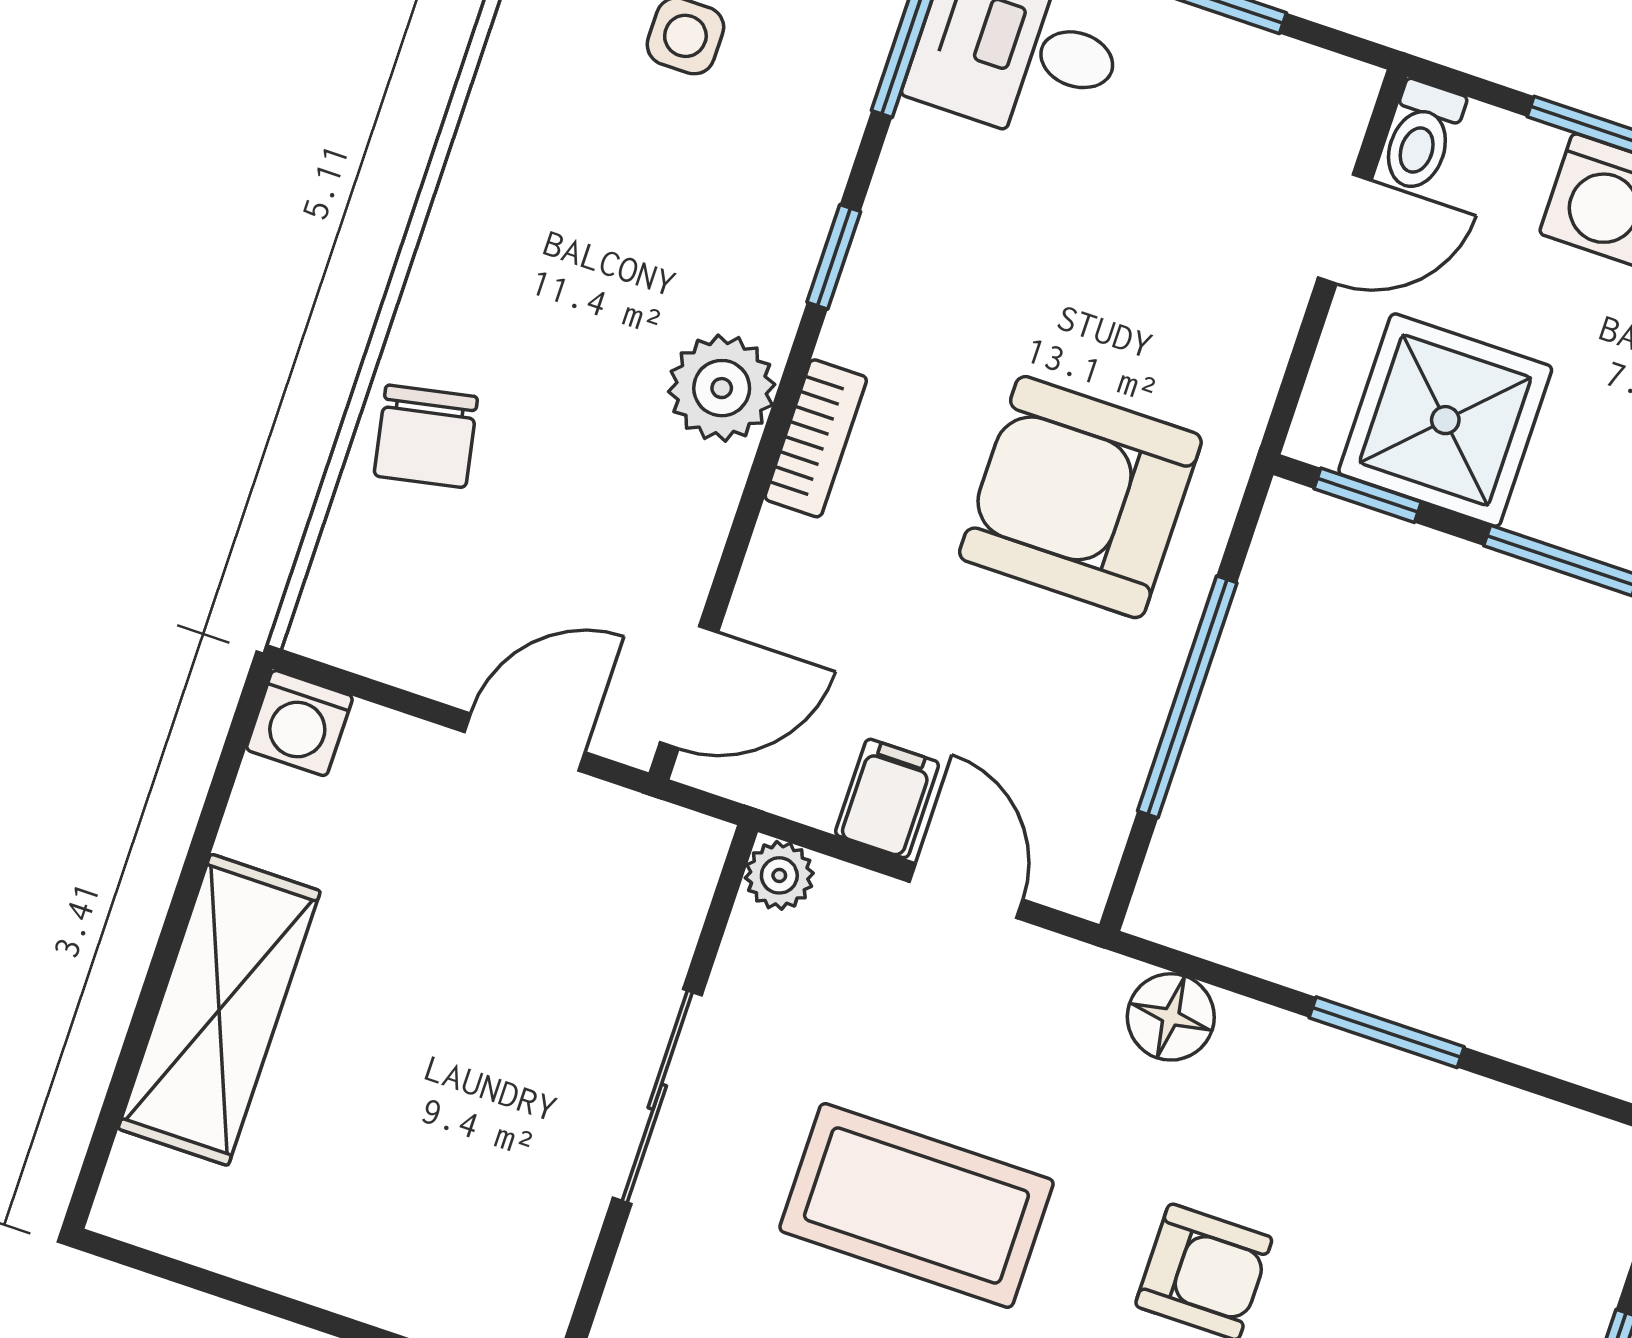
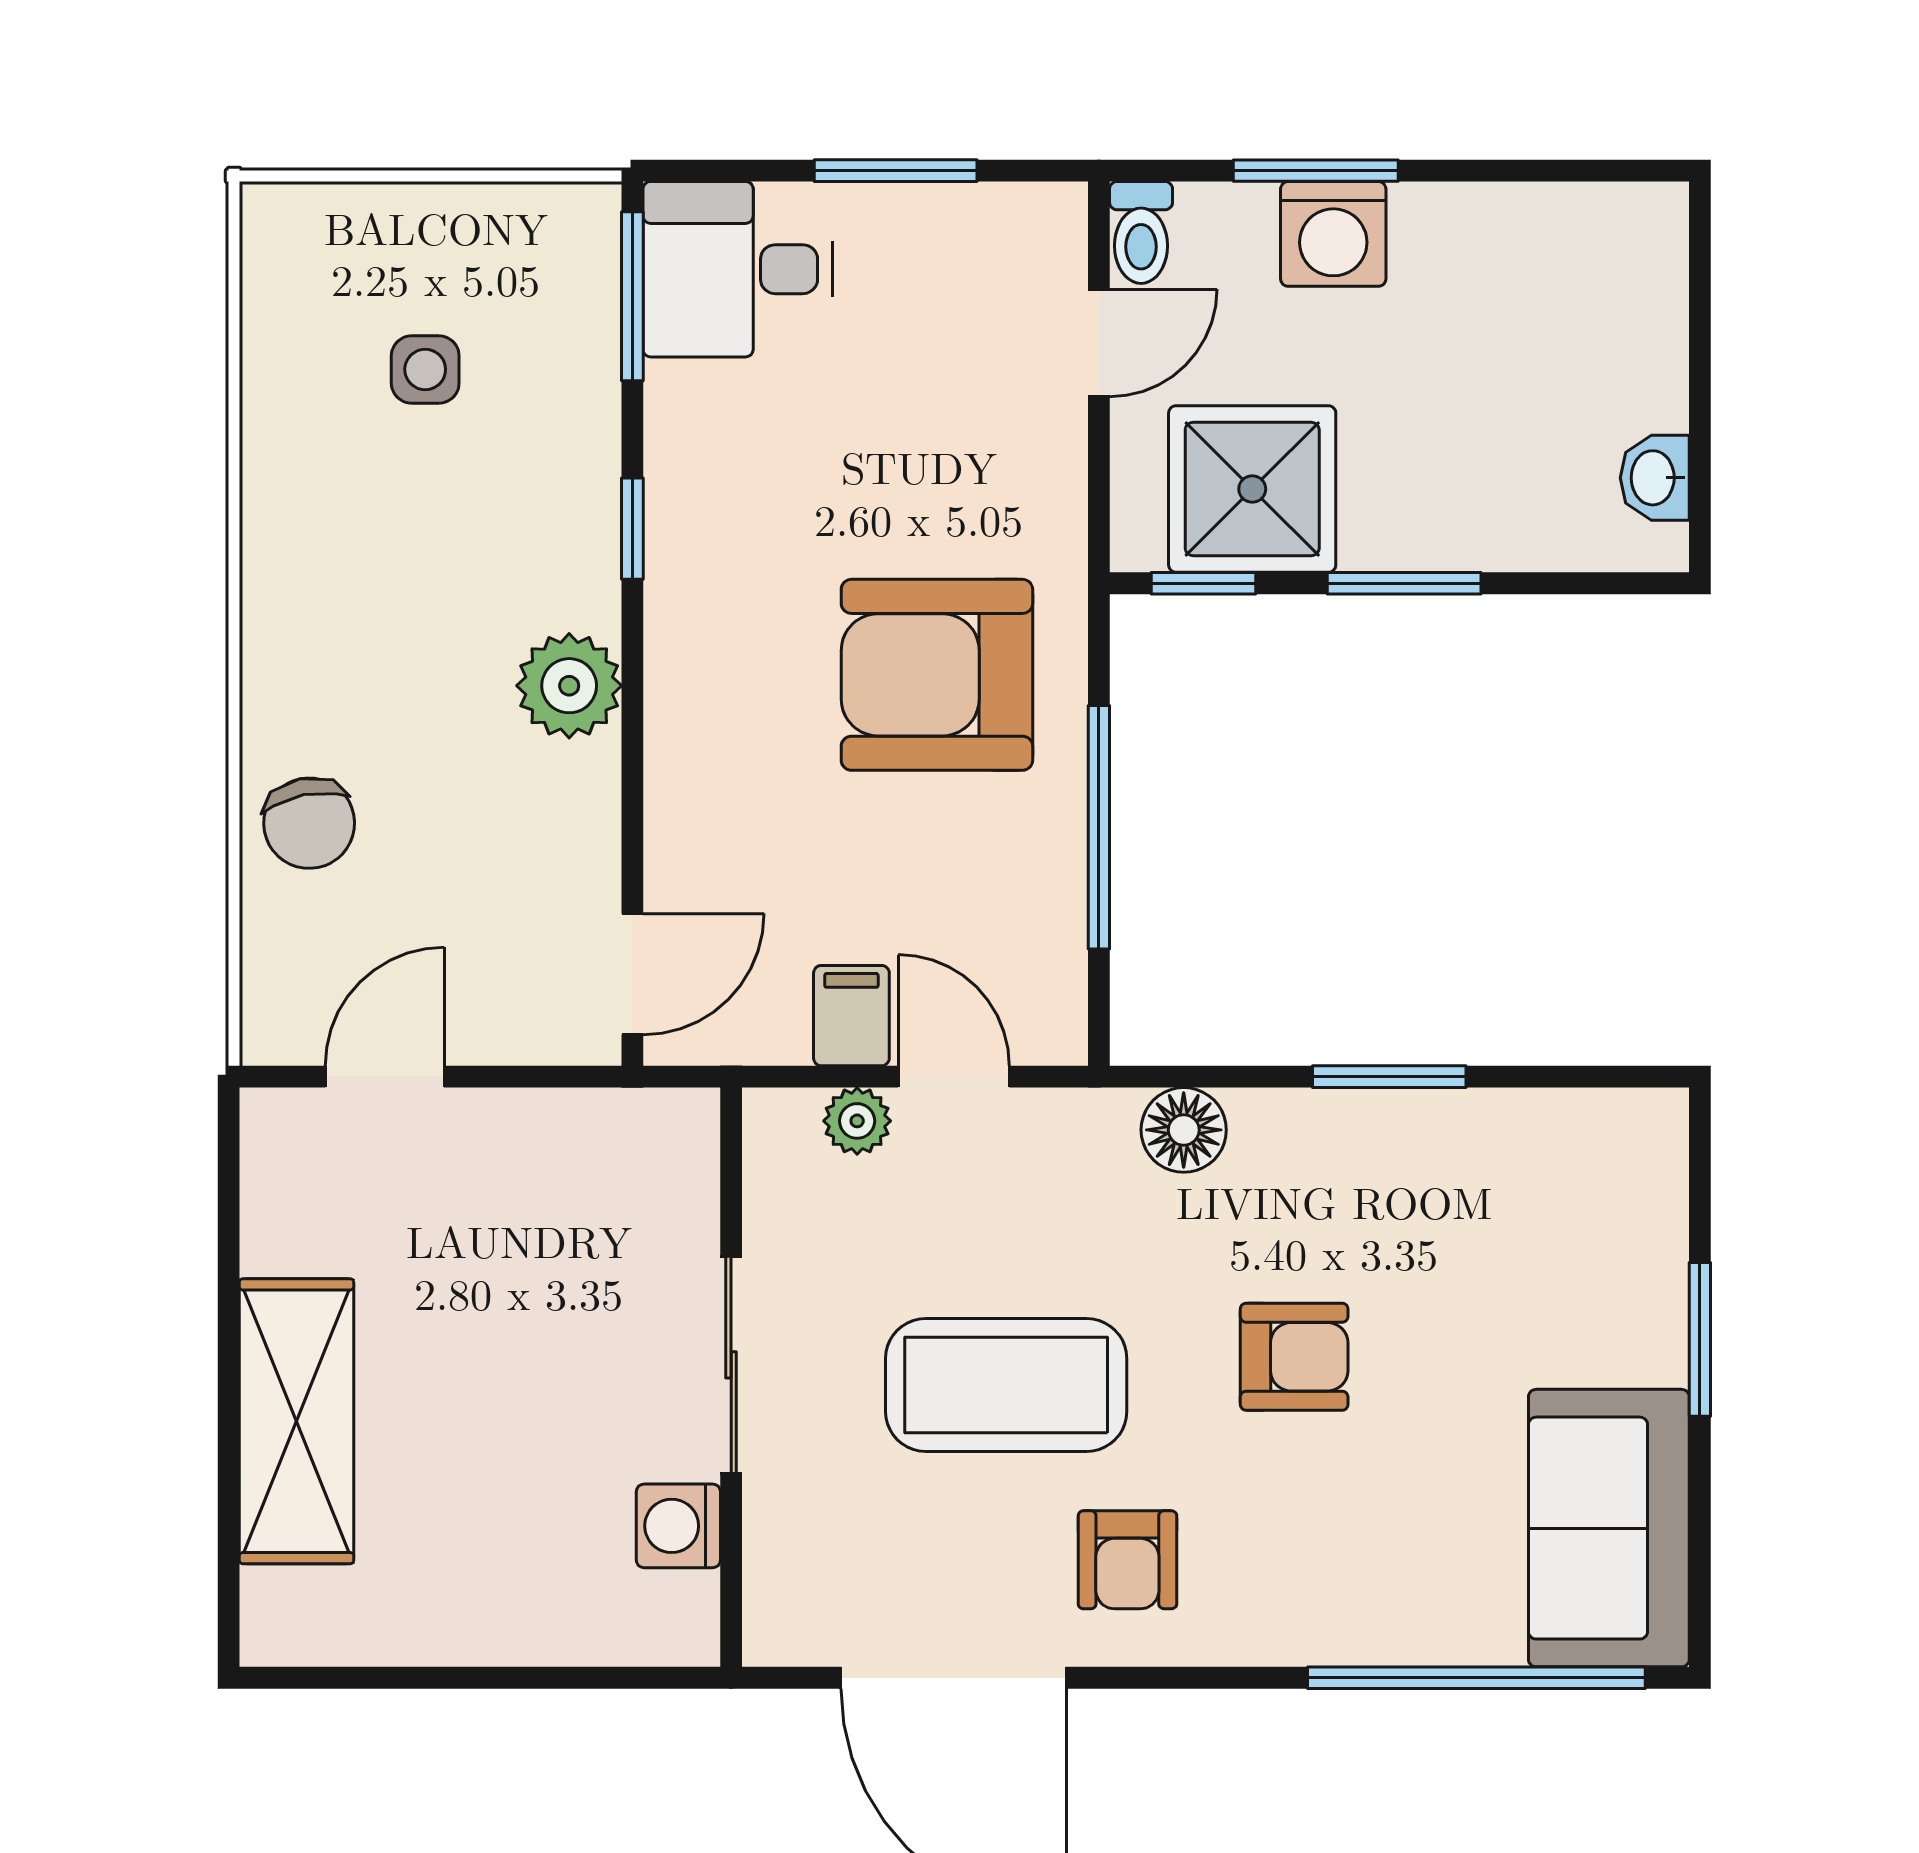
bookcase: (816, 438) -> (672, 703), removed
washing machine: (299, 723) -> (678, 1526), moved, turned 90
door: (525, 742) -> (385, 1077), moved
plant: (779, 875) -> (857, 1121), moved

